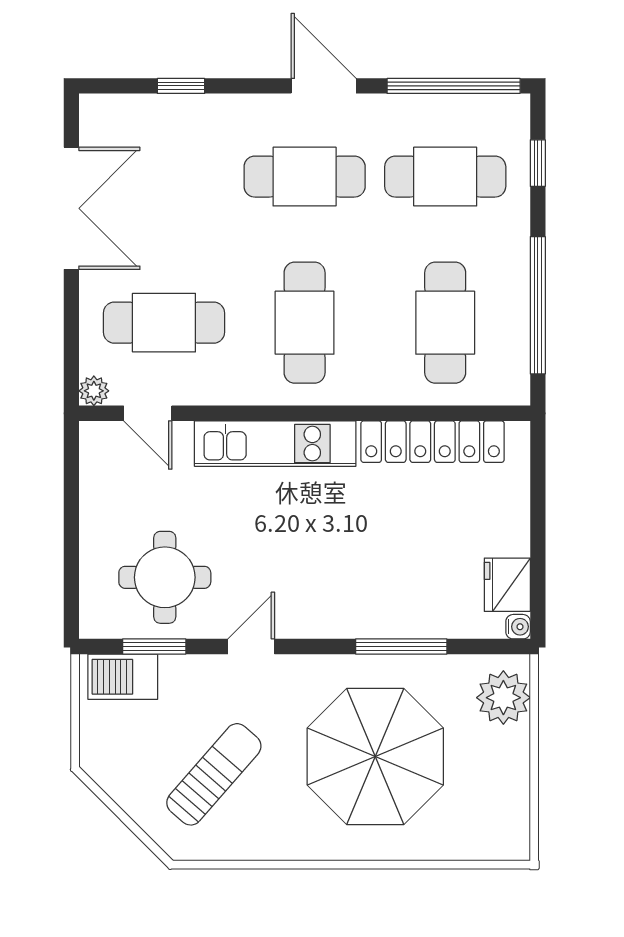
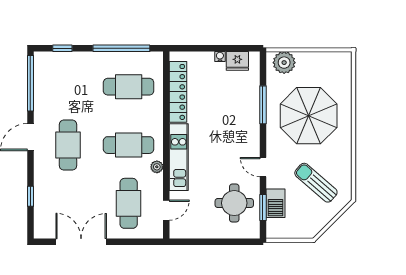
cafe table: (445, 177) -> (68, 87), removed
plant: (94, 391) -> (157, 167), moved
water cooler: (518, 627) -> (220, 56), moved
barbecue: (123, 677) -> (275, 203), moved

